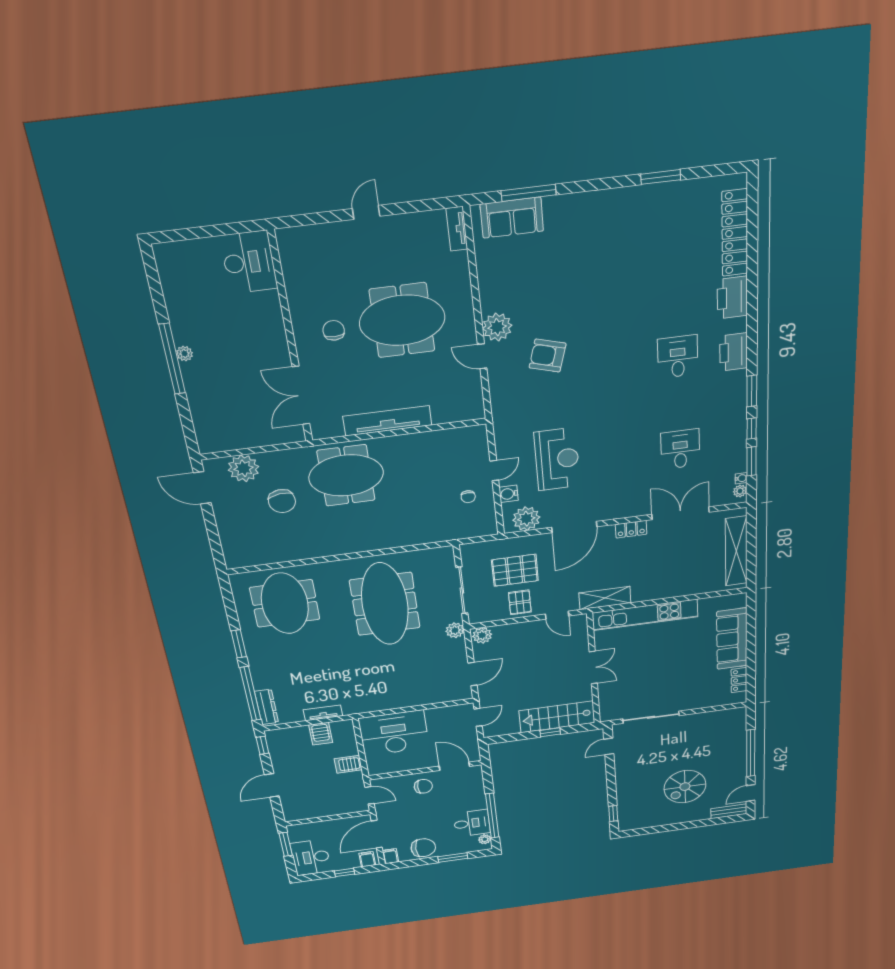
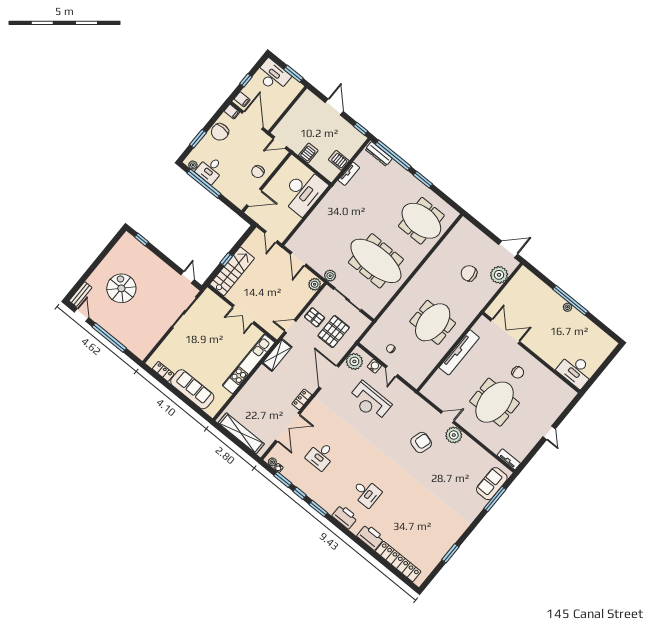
desk: (680, 449) -> (321, 456), turned 90
meeting table: (346, 475) -> (433, 322), moved

